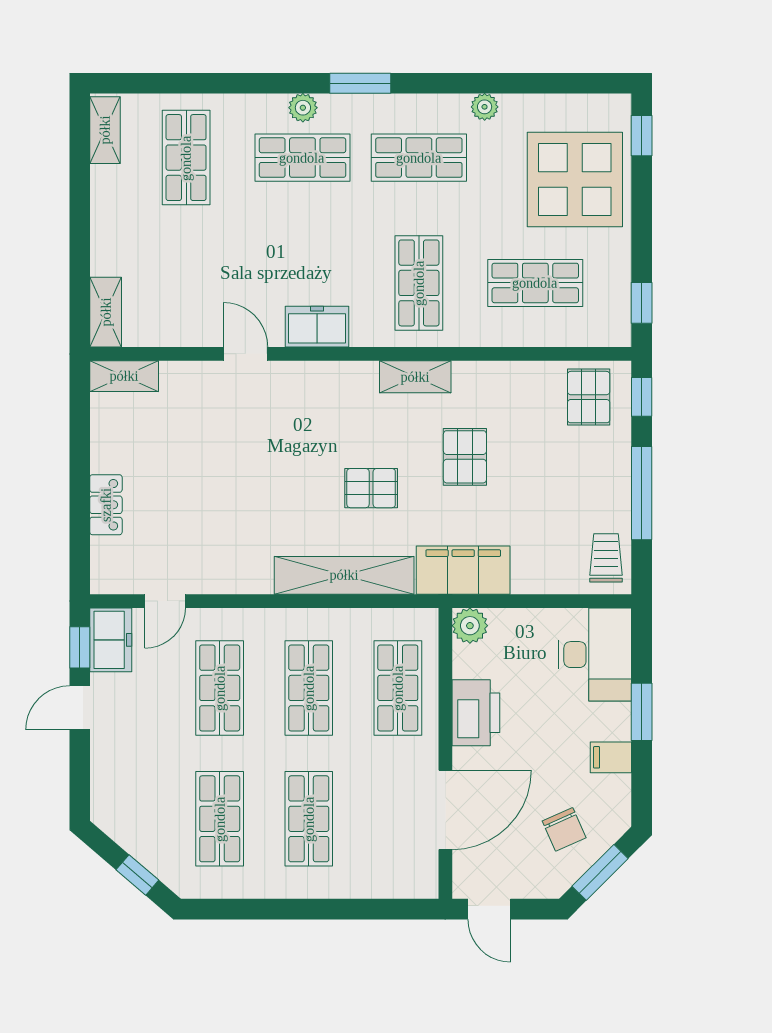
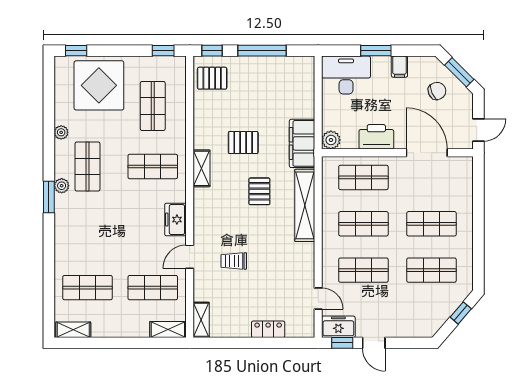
plant: (303, 108) -> (62, 186), moved
shop shelf: (302, 158) -> (153, 288), moved, turned 90
trolley: (606, 558) -> (234, 261), moved

